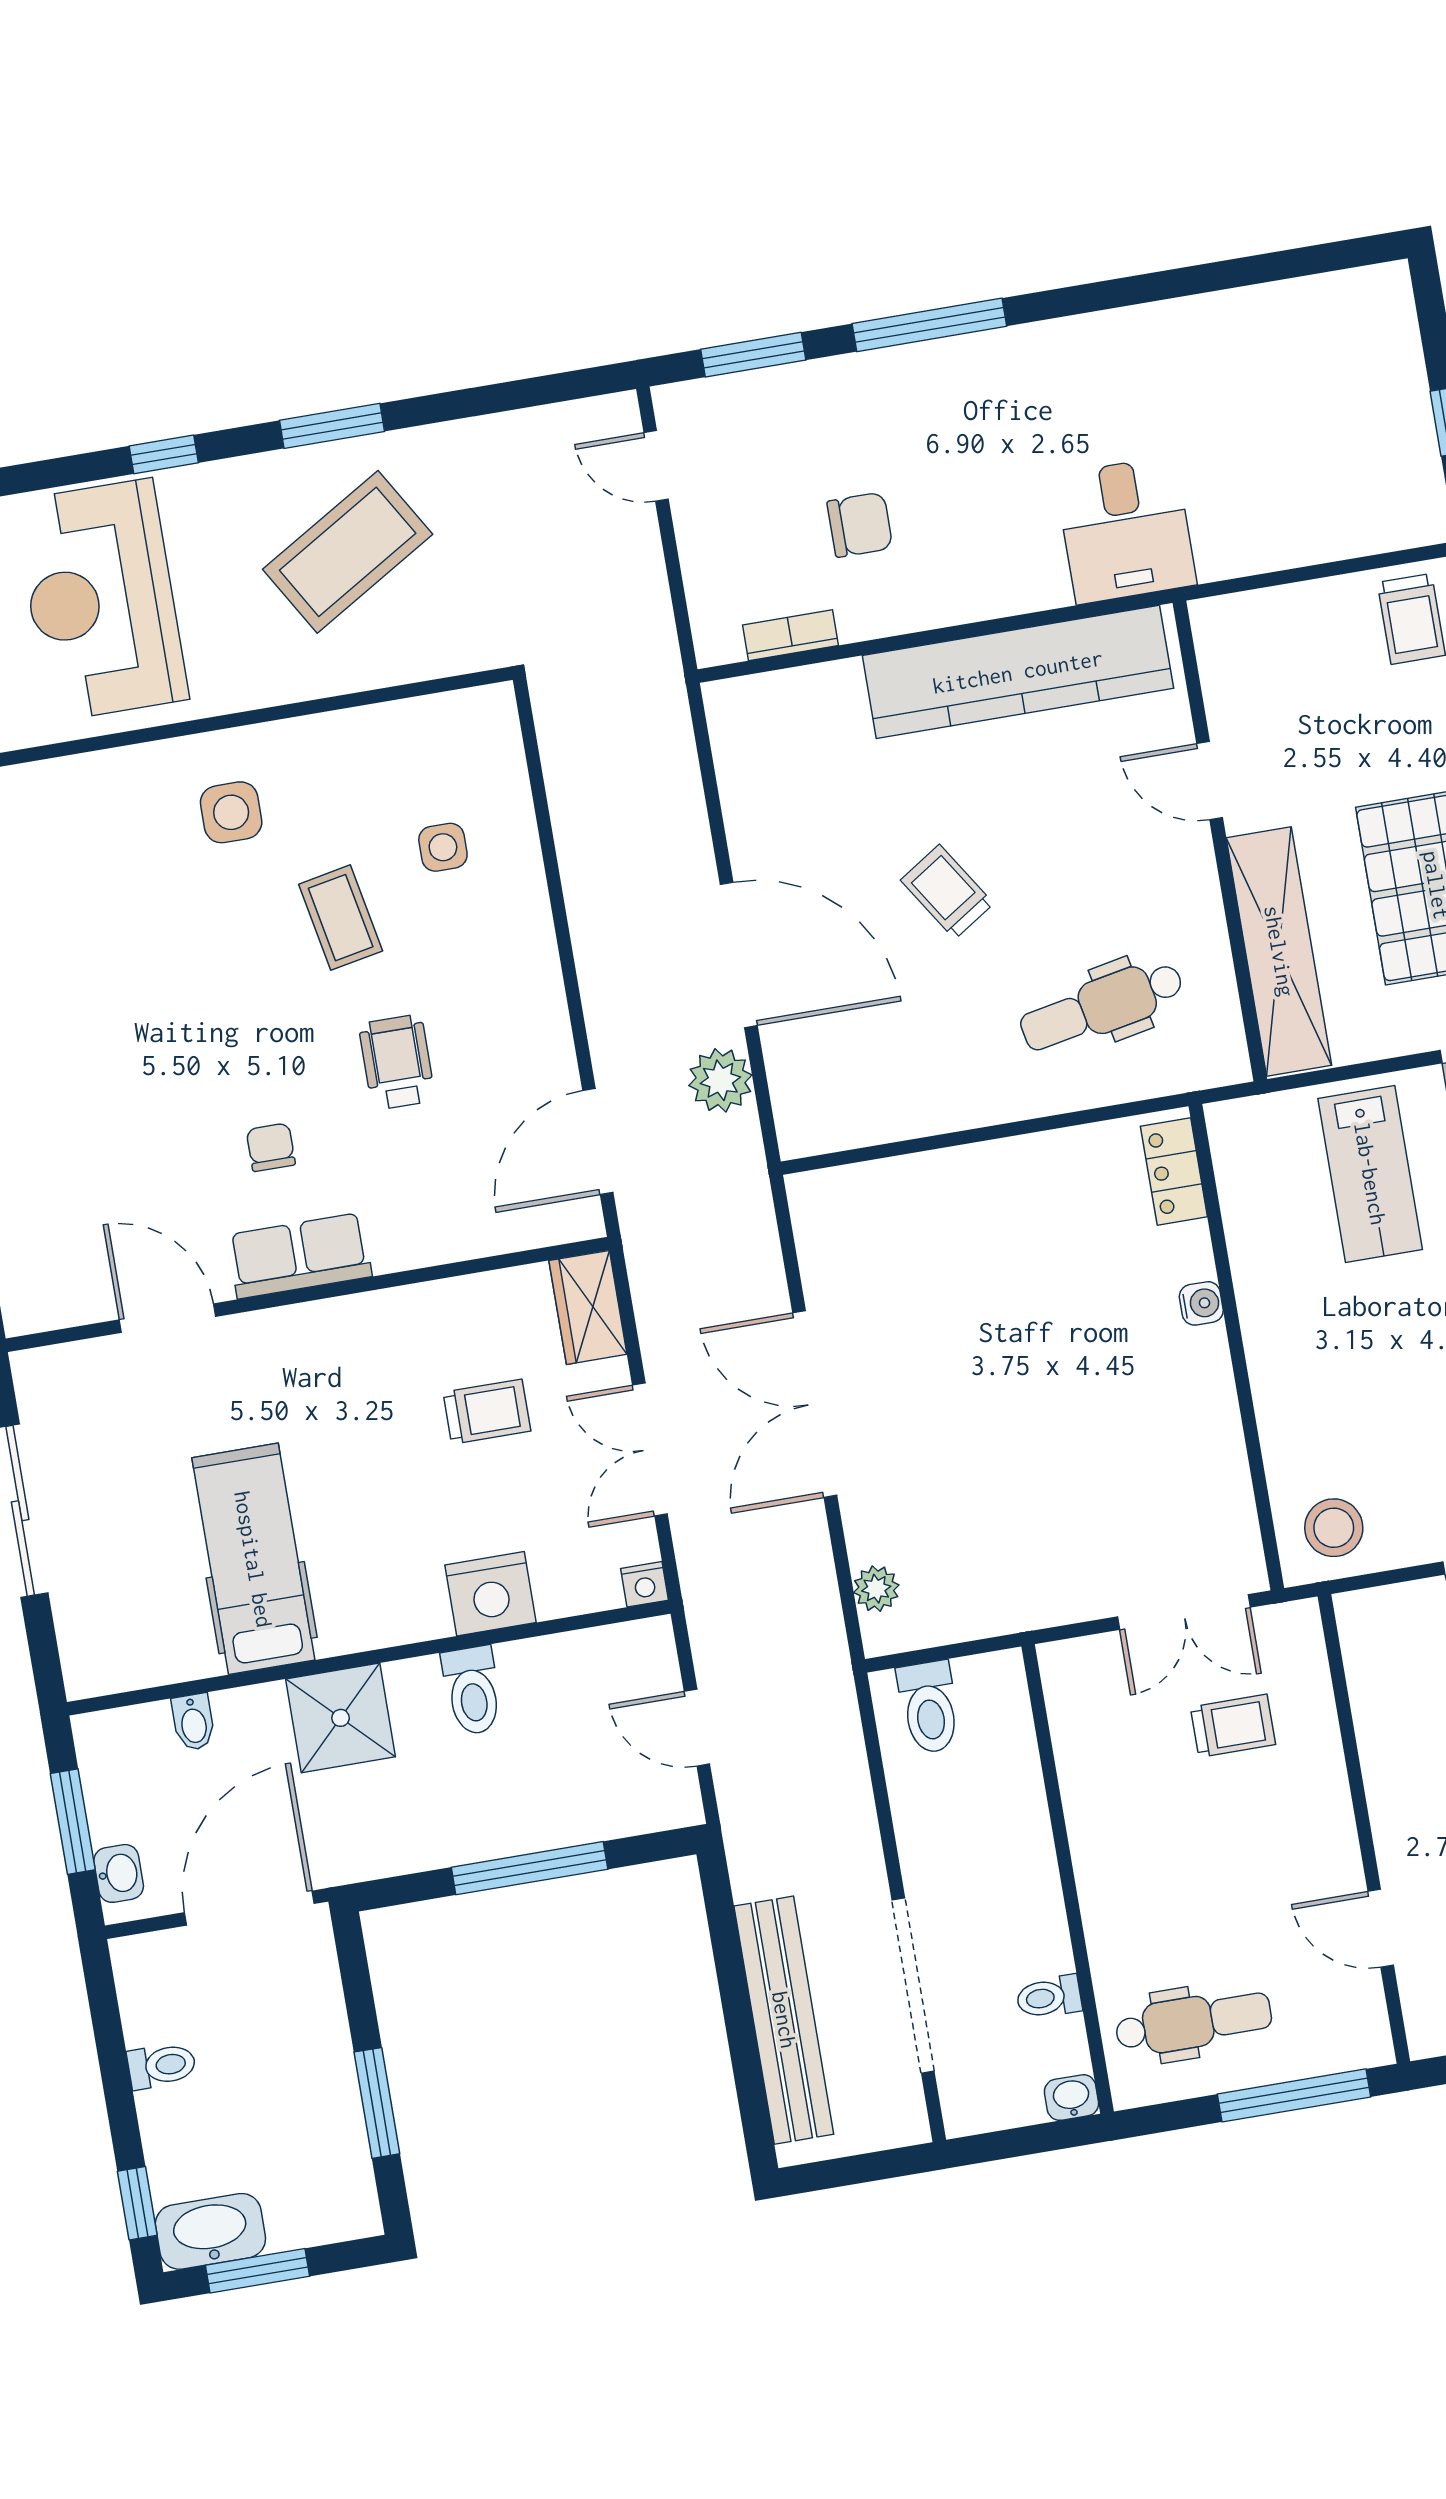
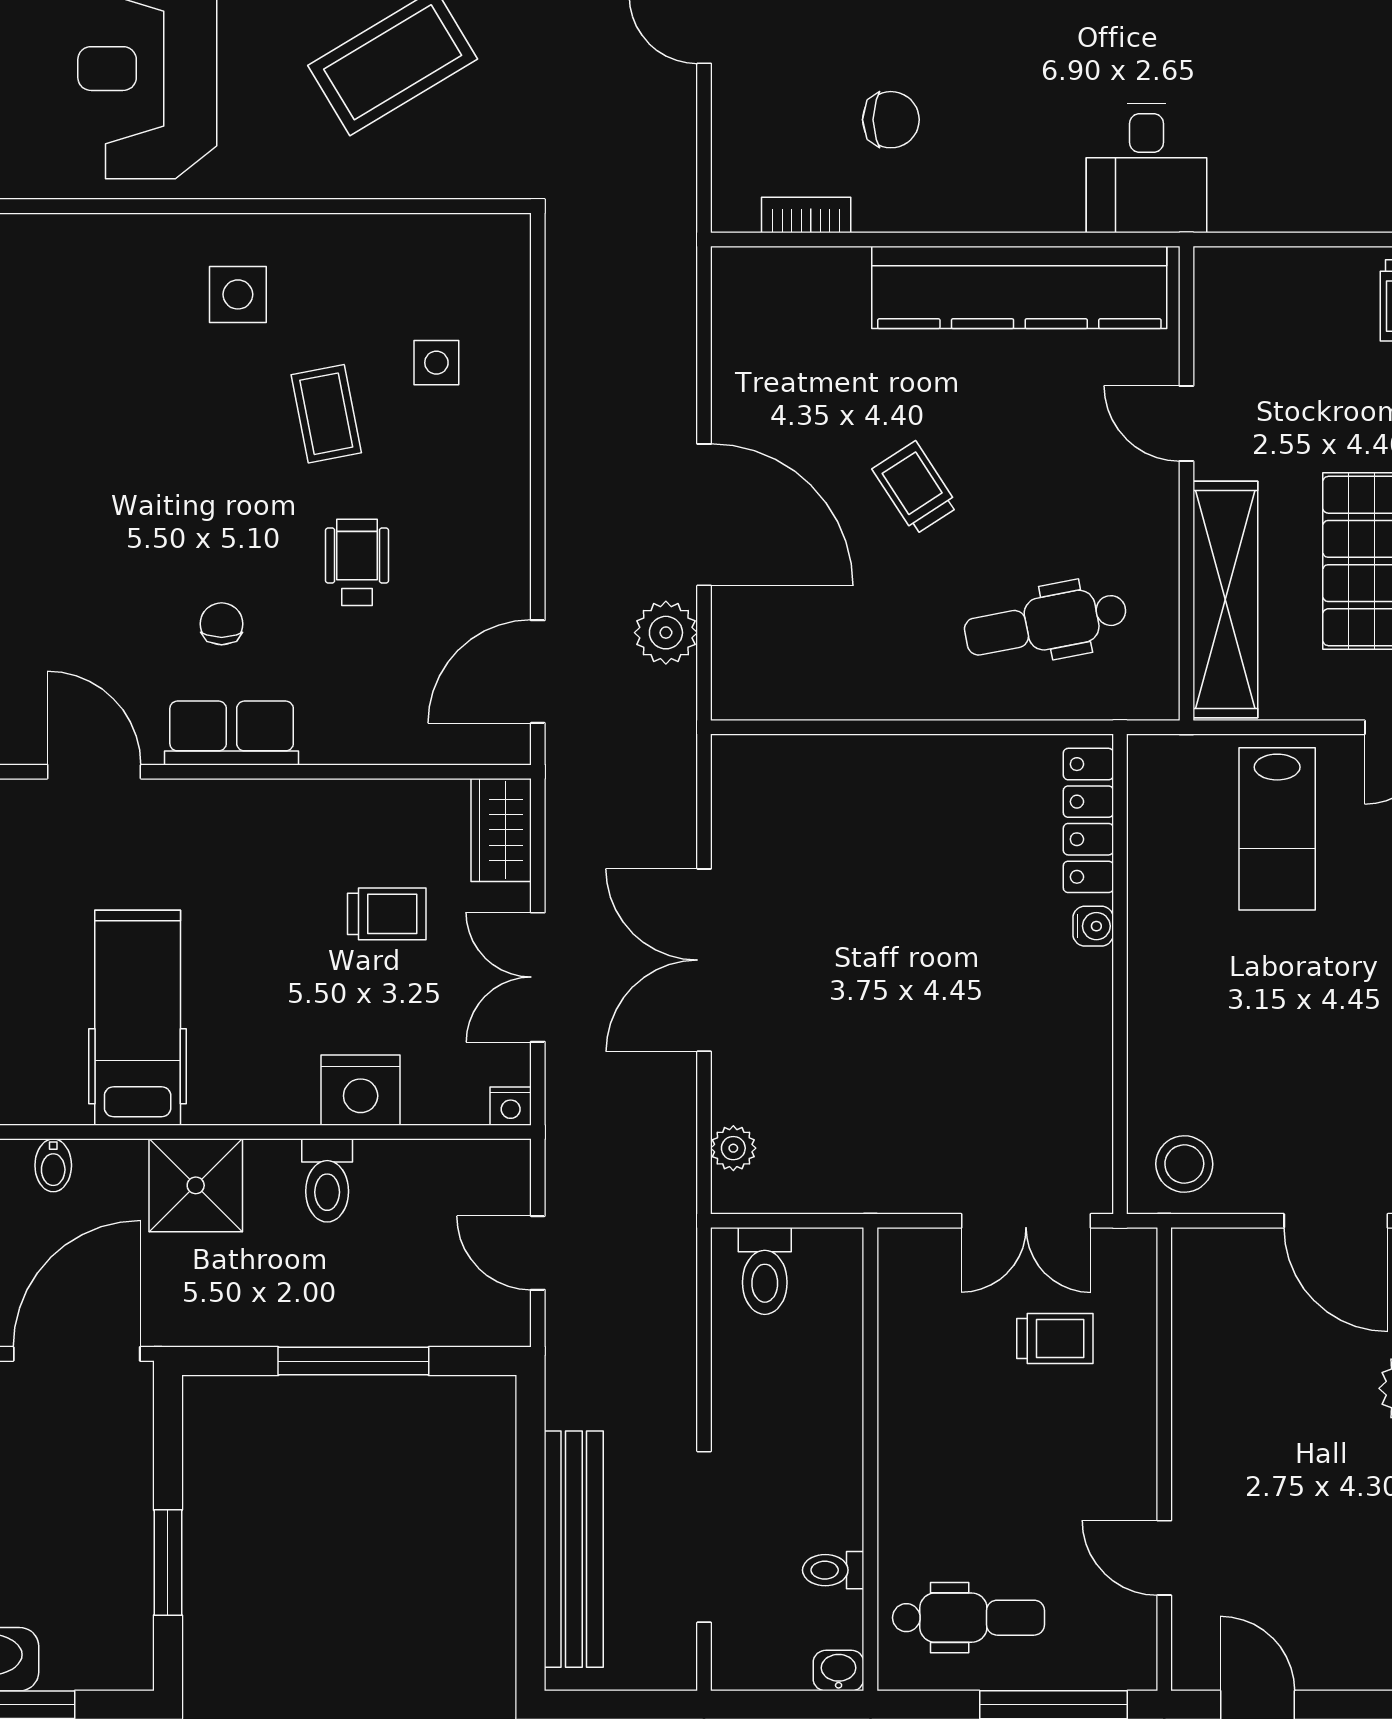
locker: (1174, 1172) -> (1088, 820), width x1.53

